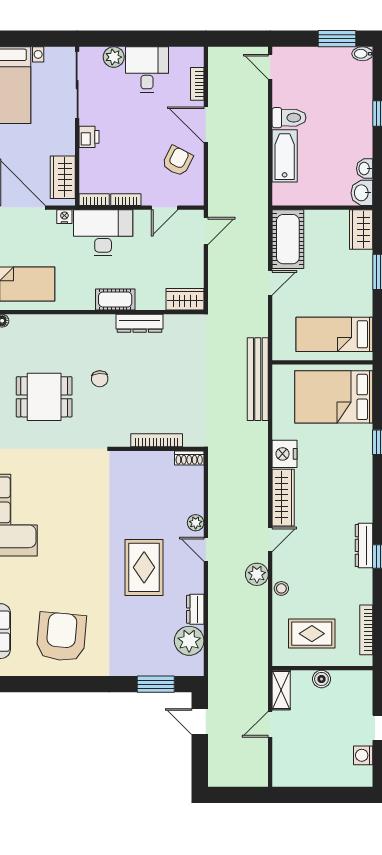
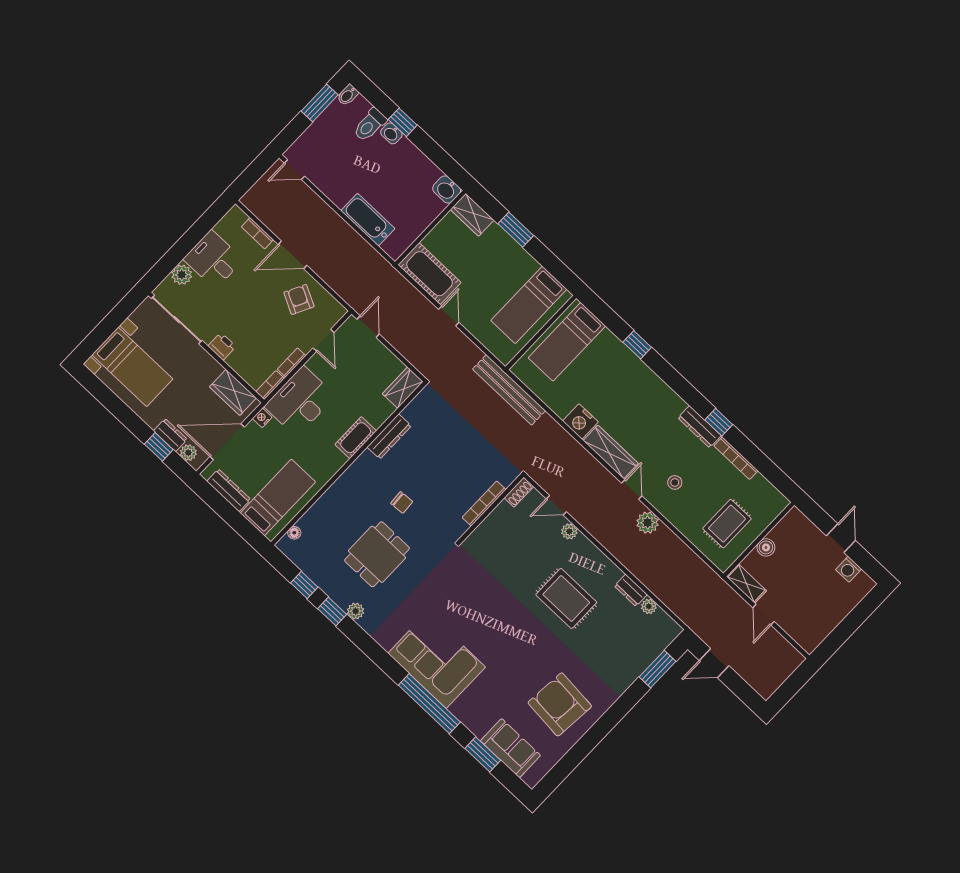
toilet: (289, 118) -> (370, 125), moved, turned 180
washbasin: (365, 169) -> (391, 133), moved
bed: (334, 397) -> (567, 342), width x0.67
door: (206, 549) -> (556, 505), moved
stool: (281, 588) -> (675, 482), moved
bookcase: (366, 630) -> (736, 458), moved
plant: (189, 641) -> (649, 606), width x0.53, depth x0.53

